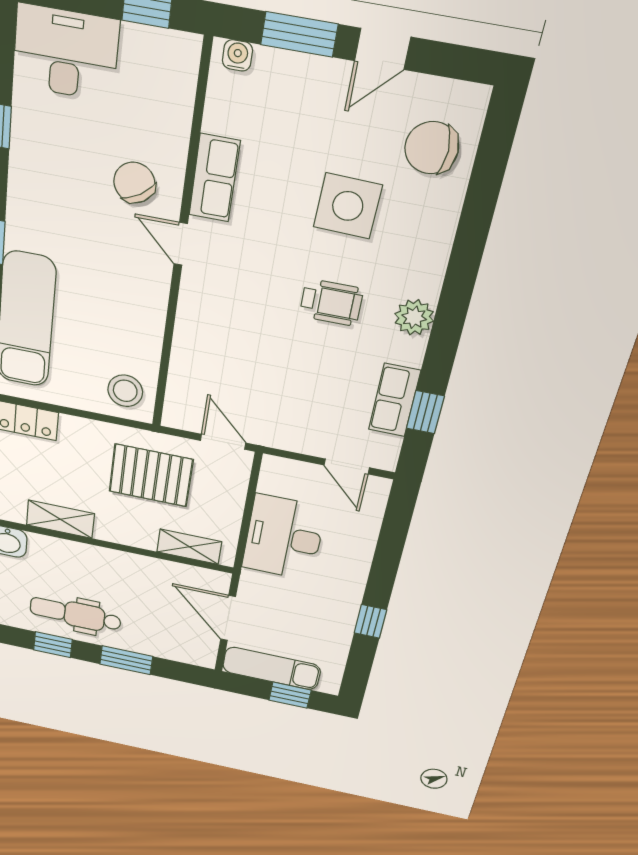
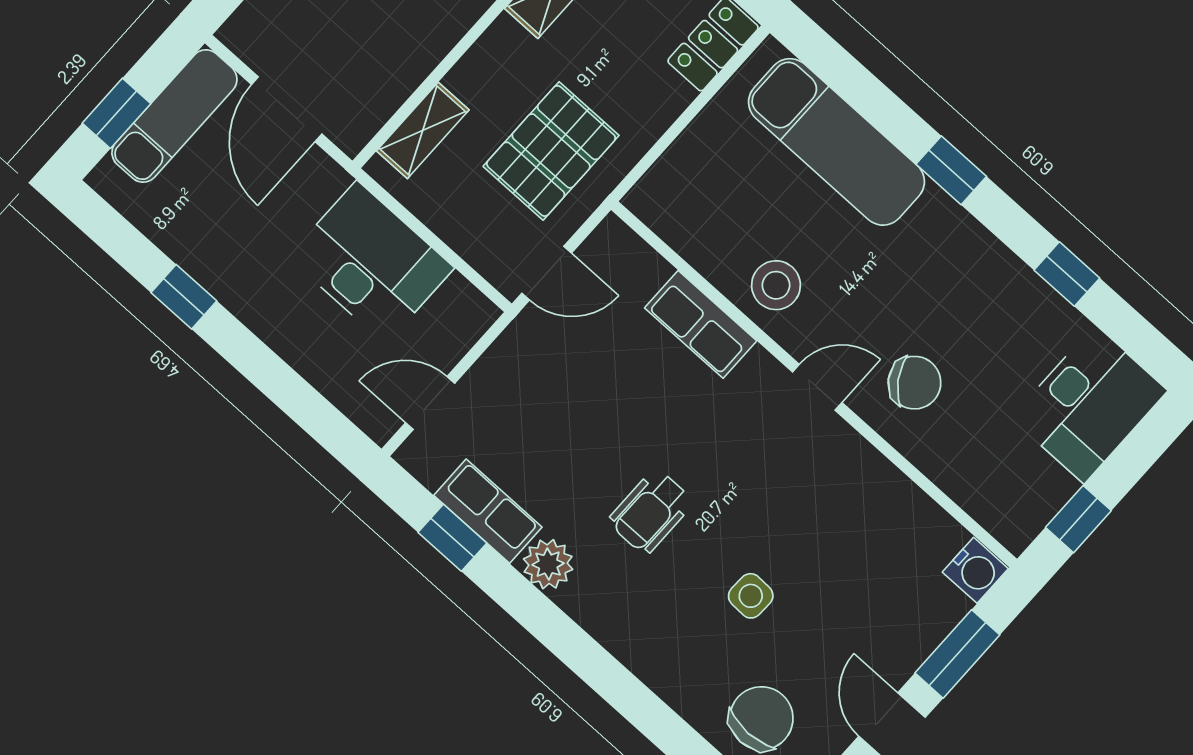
water cooler: (237, 55) -> (975, 570), width x1.38, depth x1.38
row of seats: (214, 178) -> (701, 324), moved
side table: (348, 206) -> (751, 596), width x0.54, depth x0.54
plant: (414, 317) -> (548, 564), moved
stool: (125, 391) -> (776, 285), moved
door: (228, 618) -> (287, 109), swing flipped

